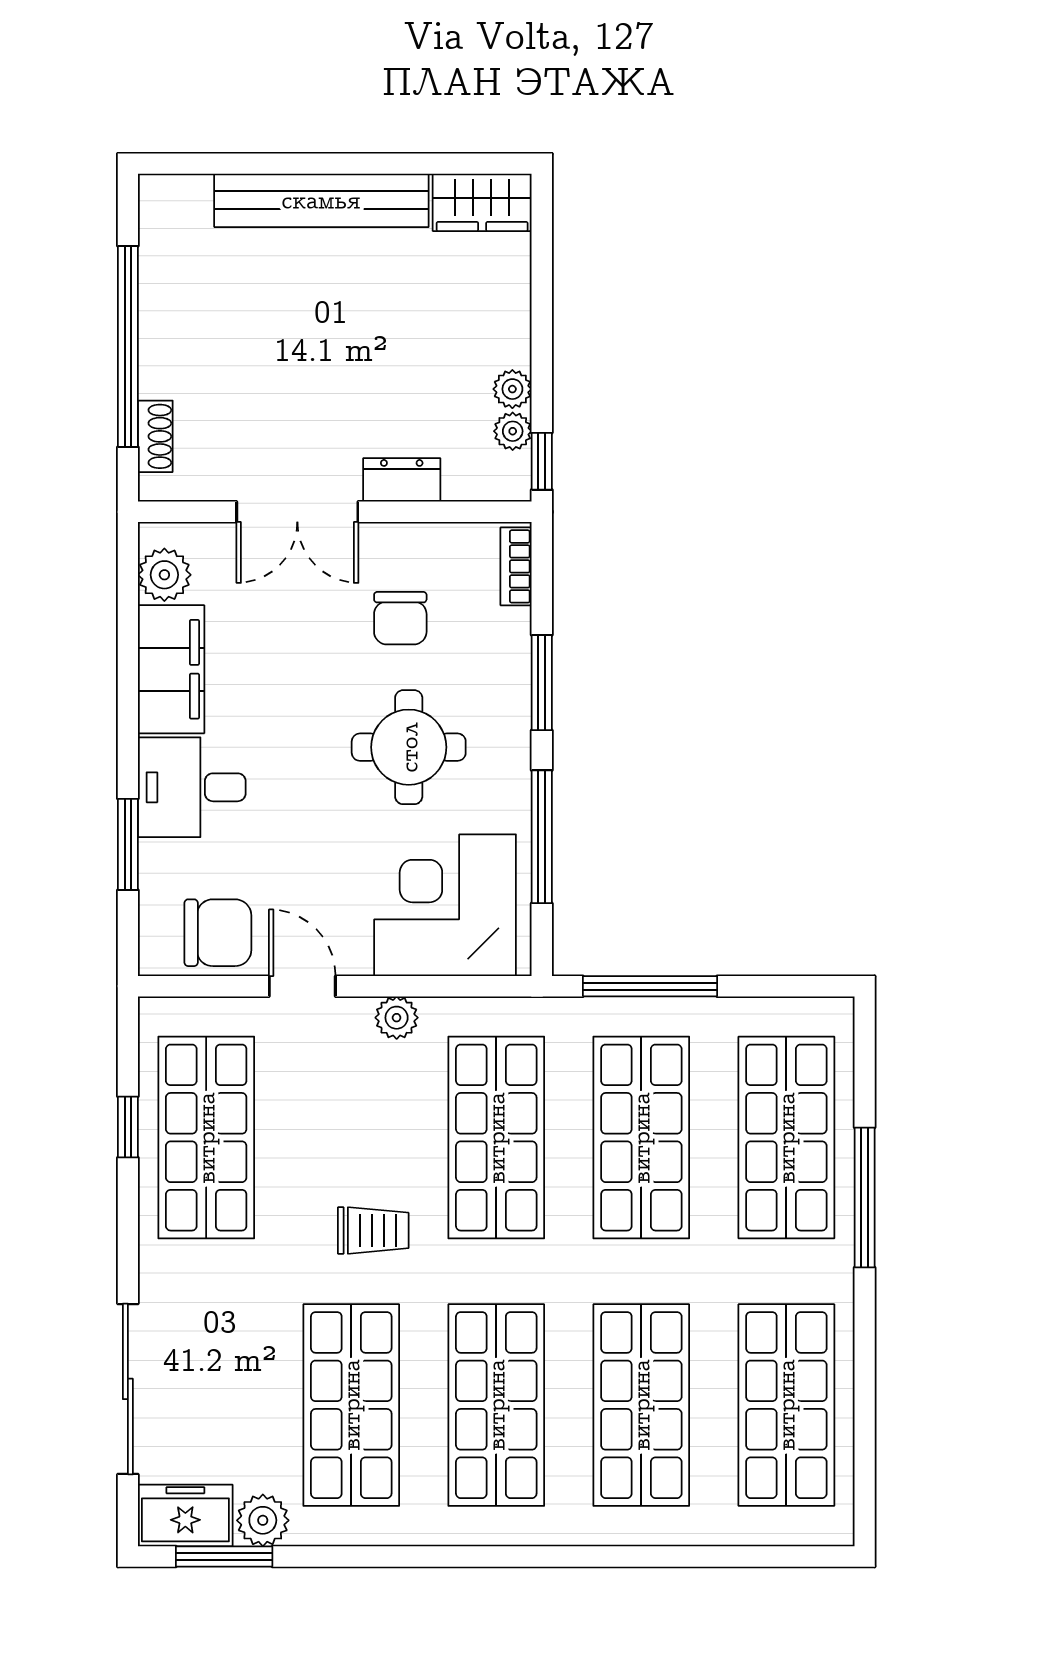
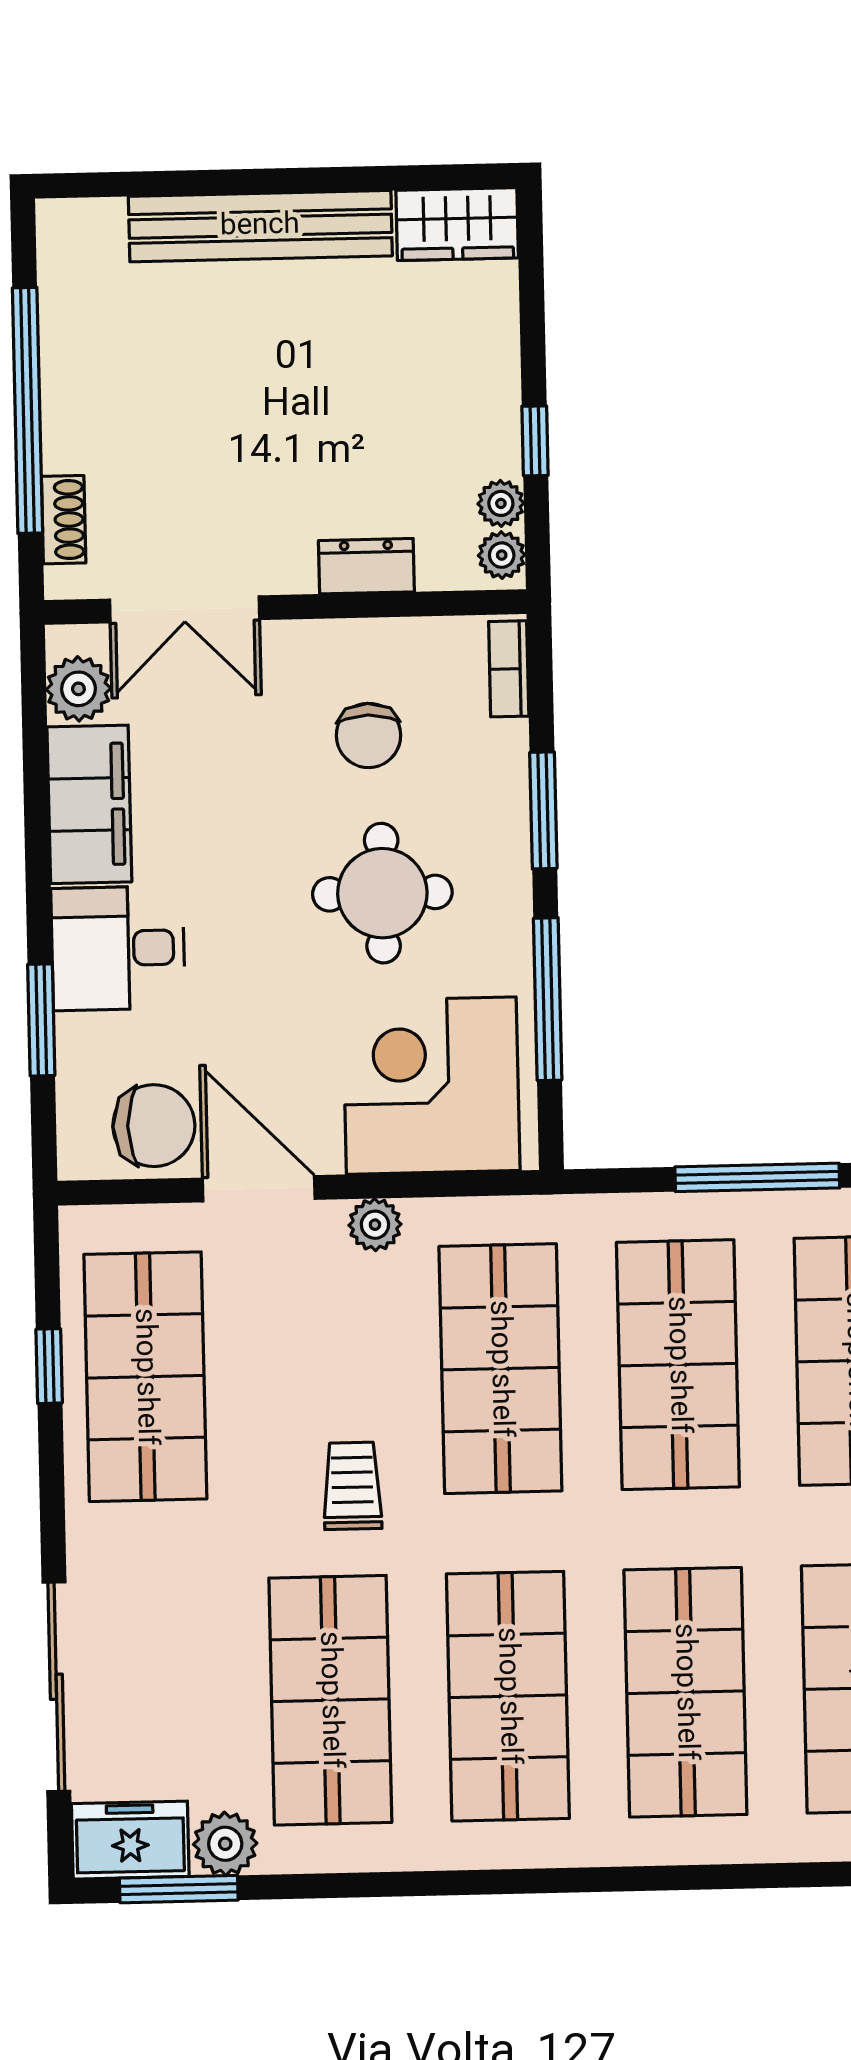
plant: (512, 389) -> (502, 555), moved
window: (542, 461) -> (535, 441), moved
double door: (297, 512) -> (185, 609), moved
door: (302, 986) -> (259, 1189), width x1.38
window: (650, 986) -> (757, 1177), moved
trolley: (373, 1230) -> (352, 1486), turned -90

